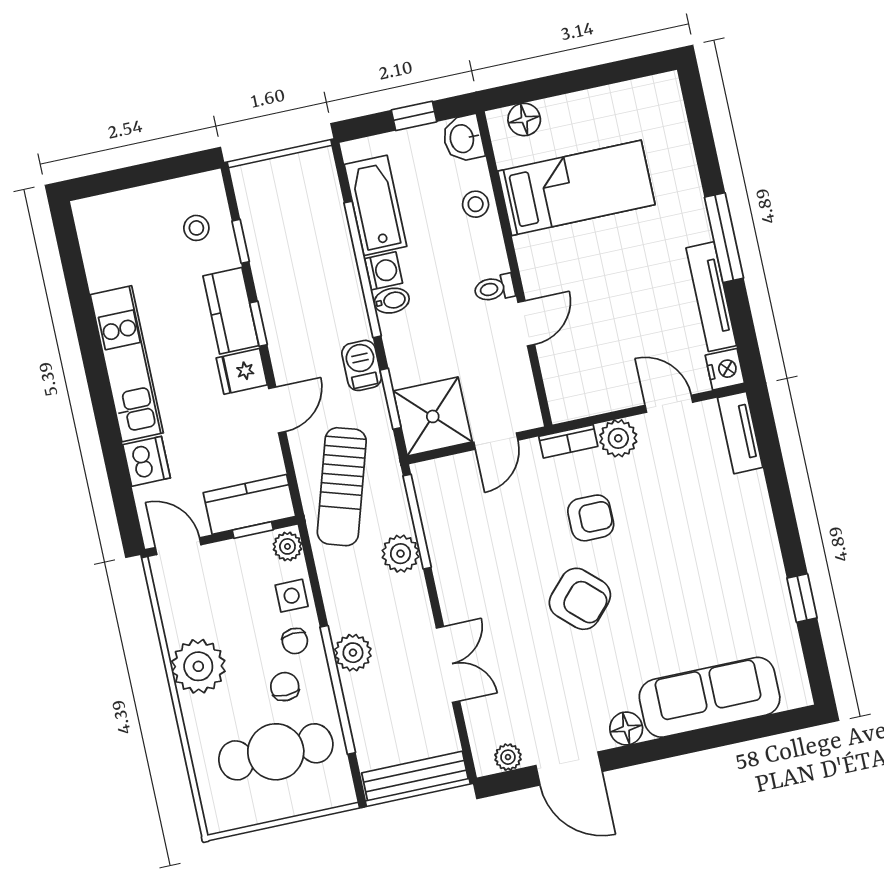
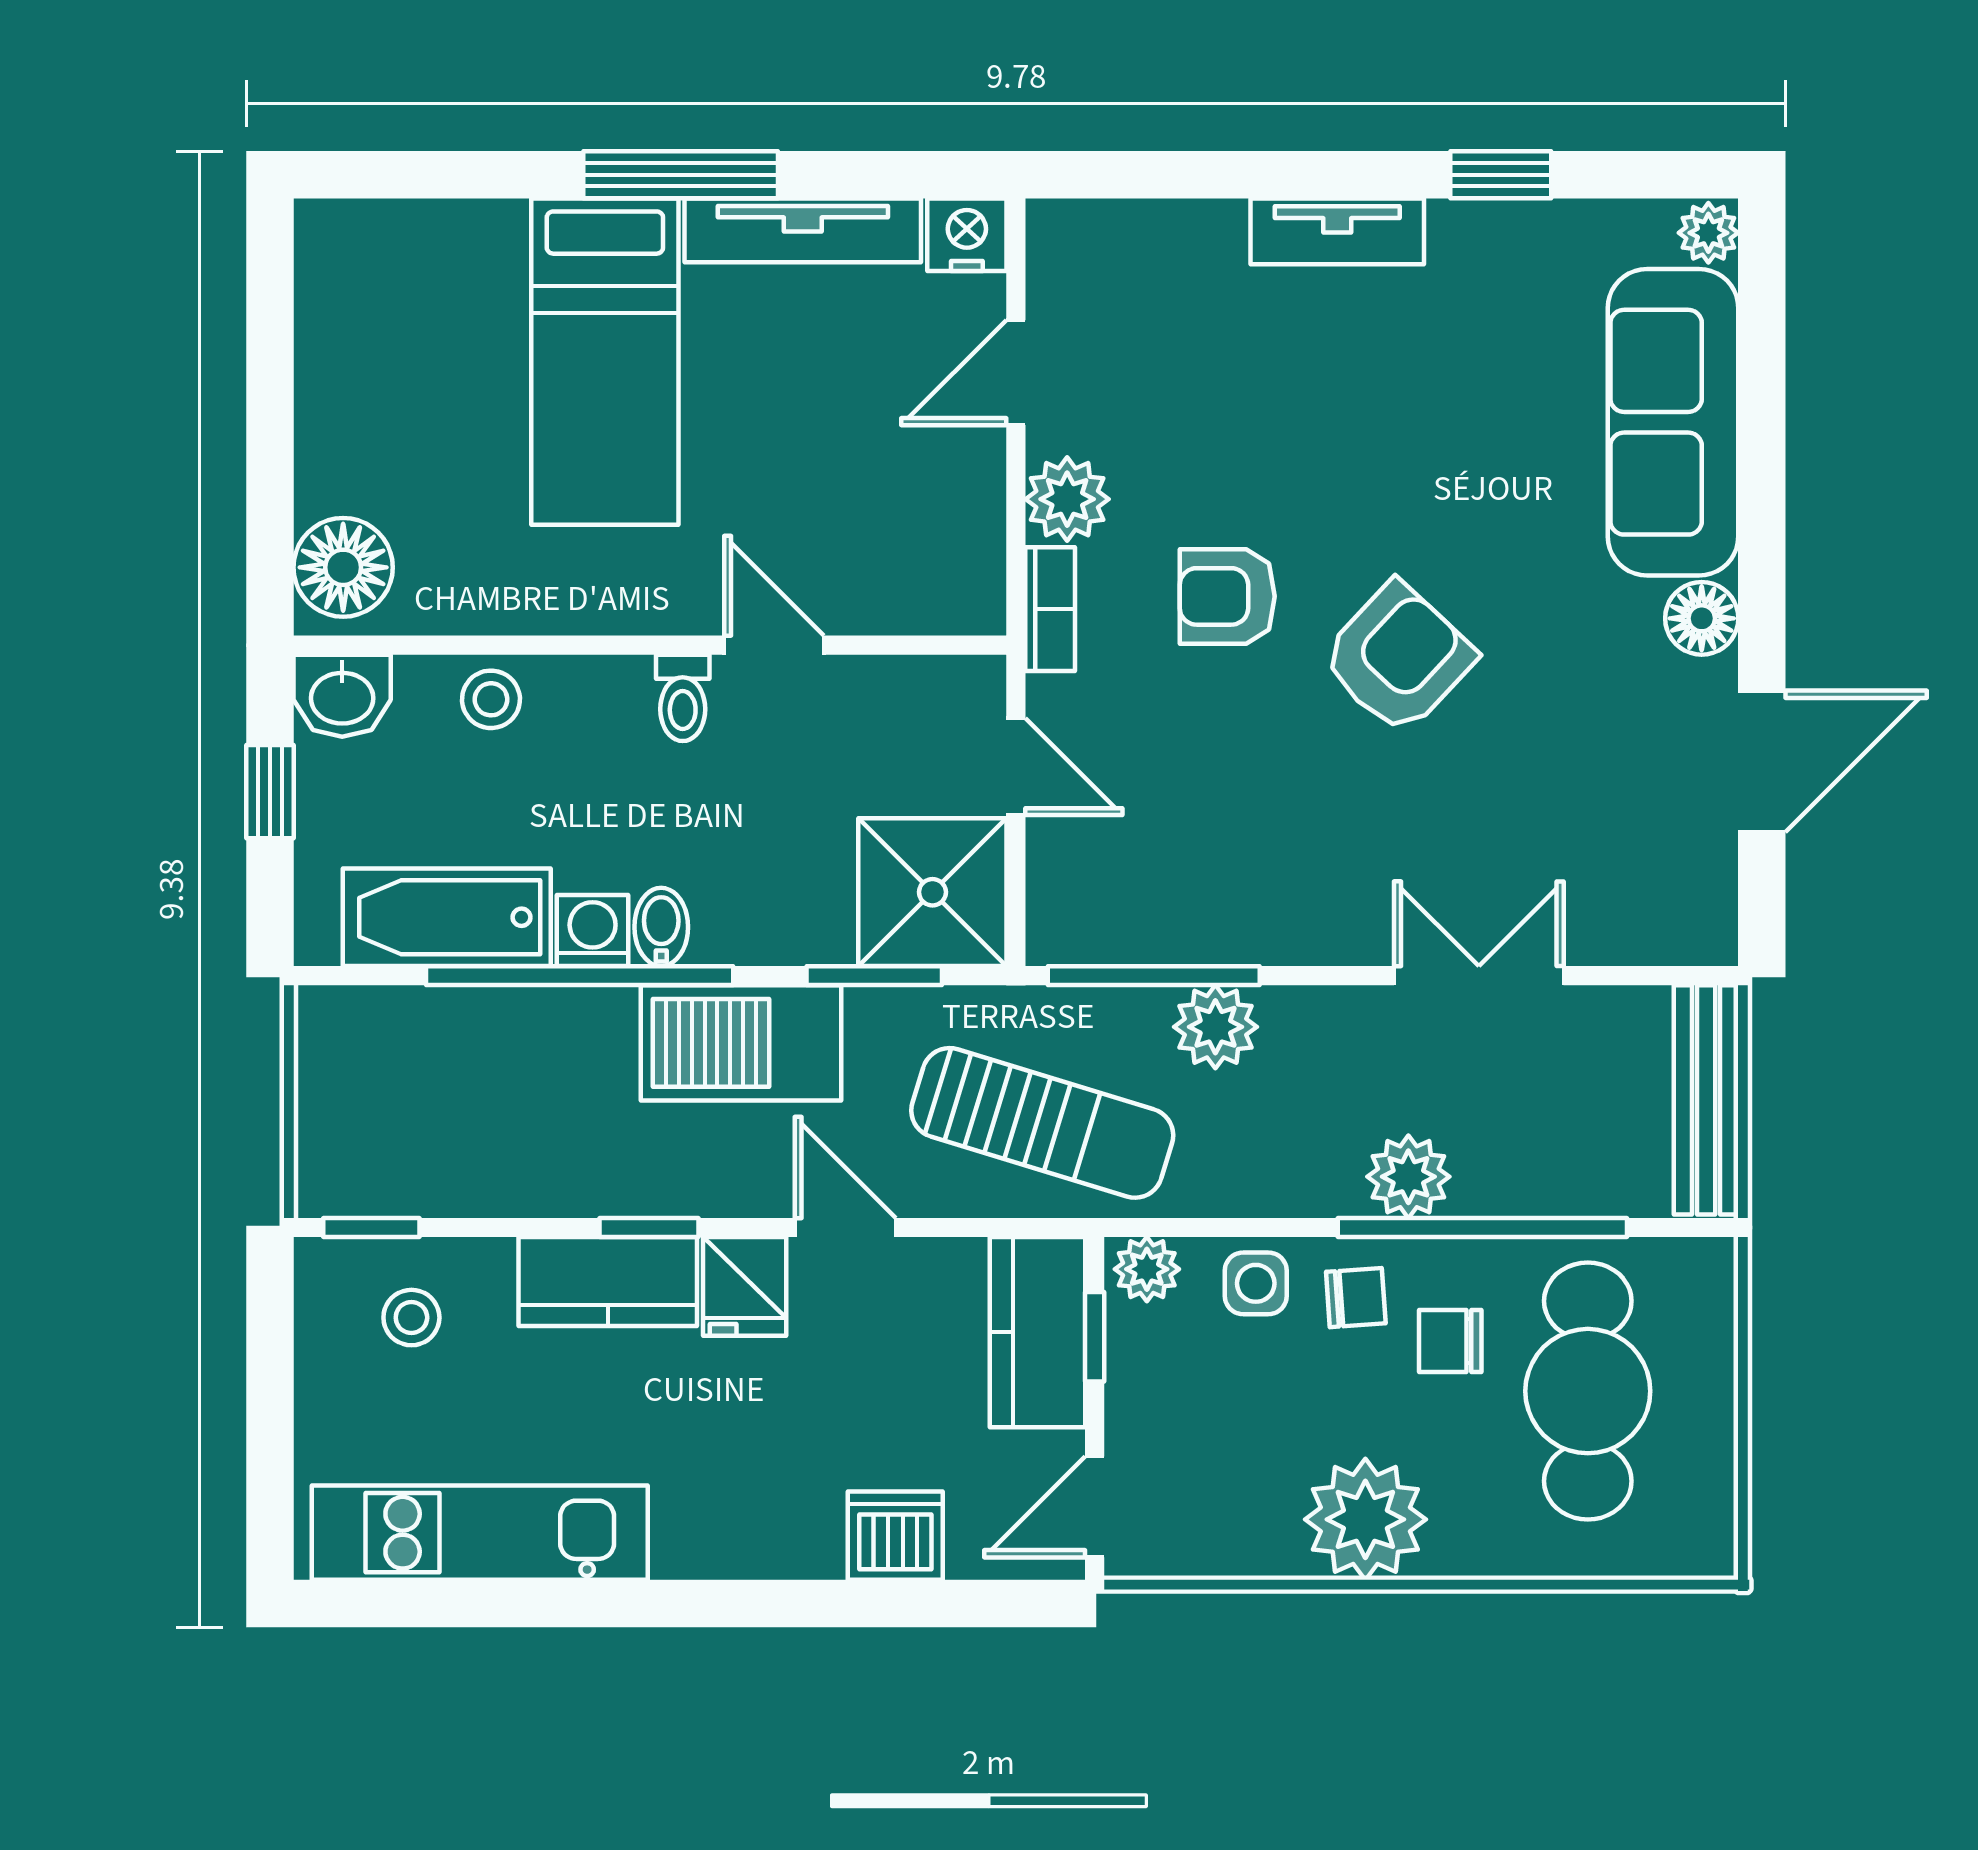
floor lamp: (524, 119) -> (343, 567), width x1.38, depth x1.38
bed: (576, 188) -> (605, 362), moved, turned 180
window: (241, 241) -> (371, 1227), moved
kitchen unit: (127, 364) -> (480, 1533), moved
barbecue: (362, 365) -> (741, 1043), width x1.88, depth x1.53
tv unit: (740, 433) -> (1337, 231), moved
armchair: (591, 518) -> (1227, 596), turned -90
plant: (508, 757) -> (1708, 233), moved

